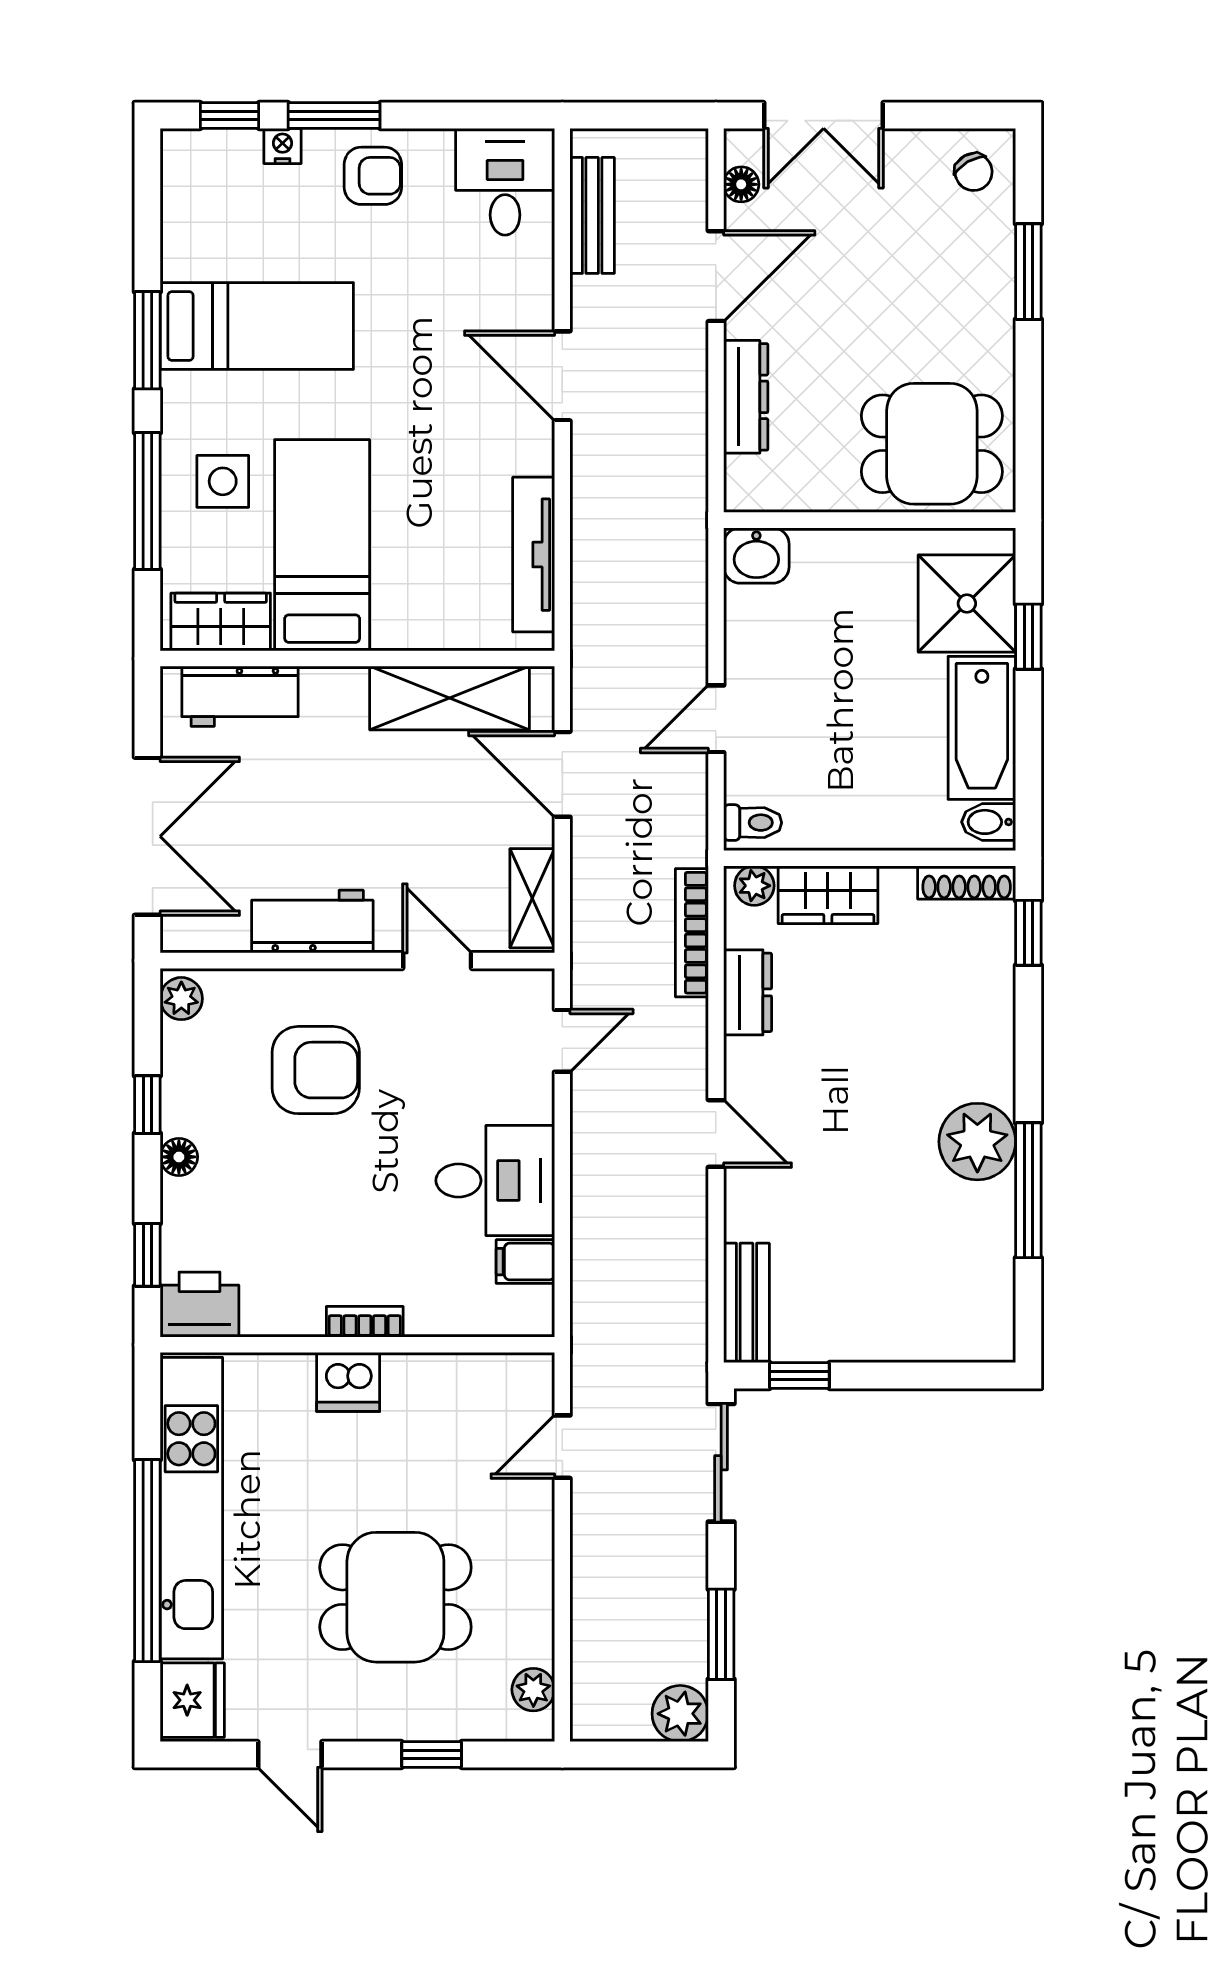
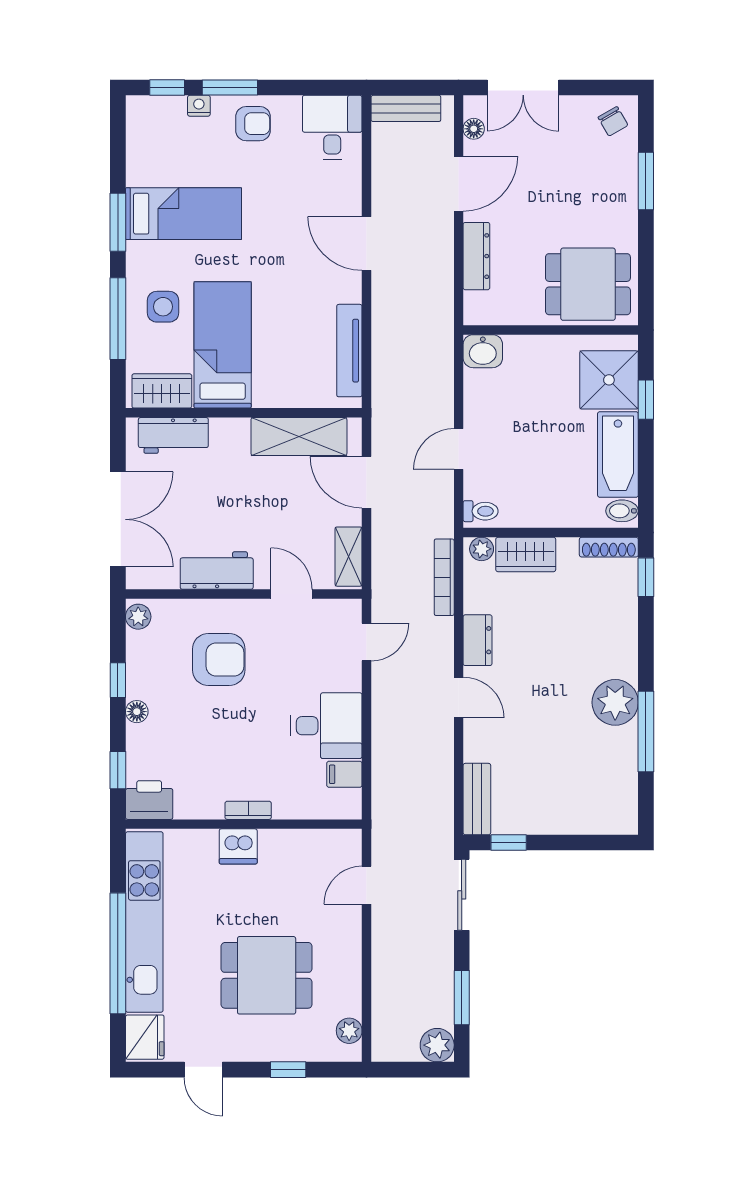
bench: (592, 215) -> (406, 108), moved, turned 90
dresser: (748, 992) -> (478, 640), moved

